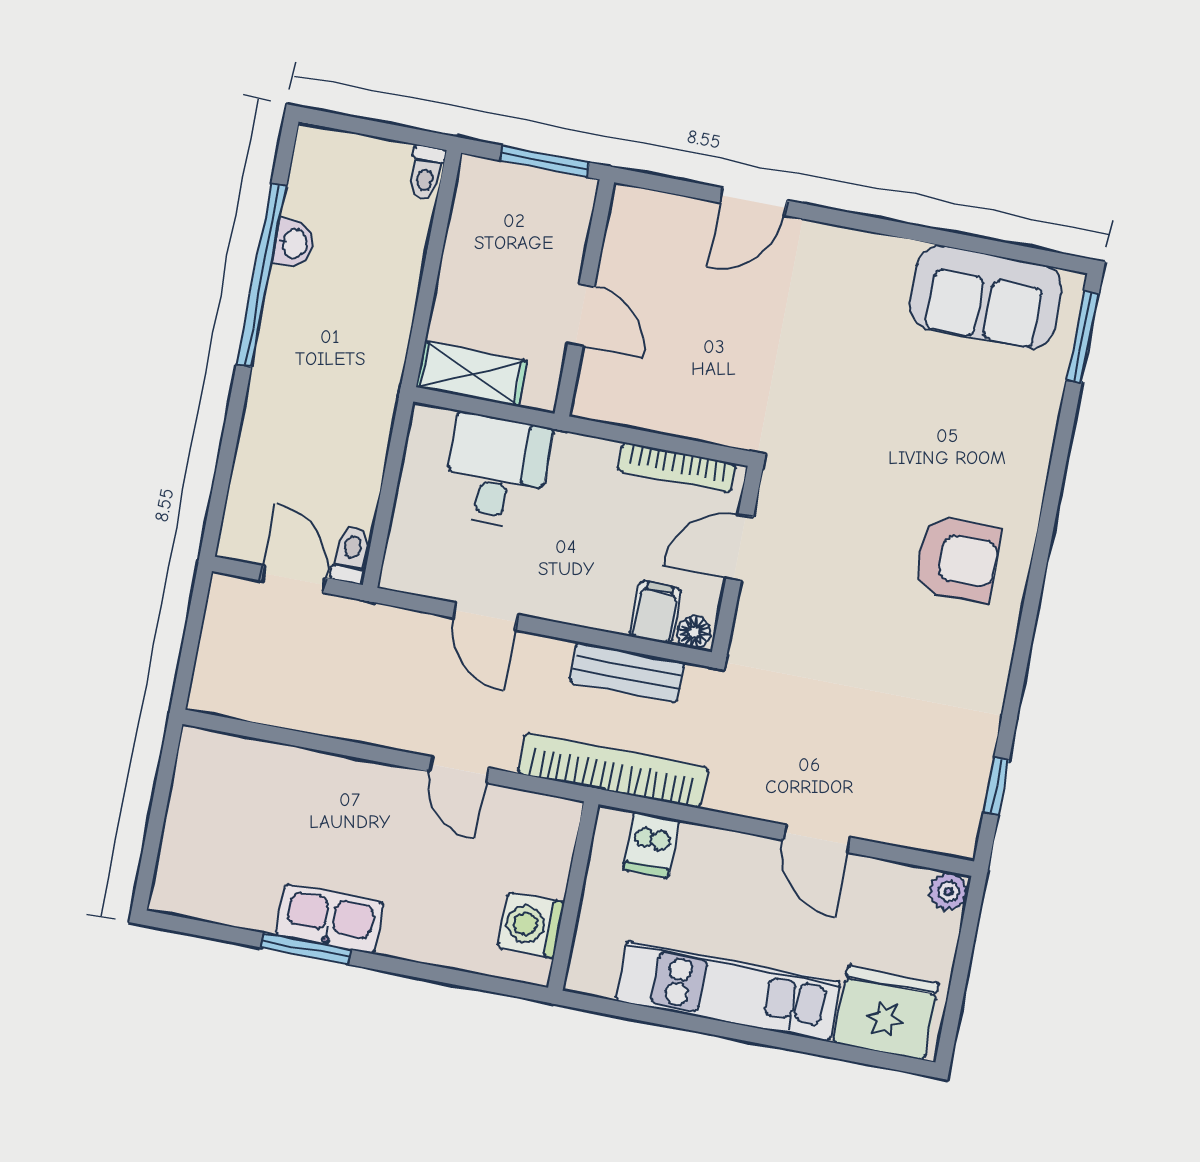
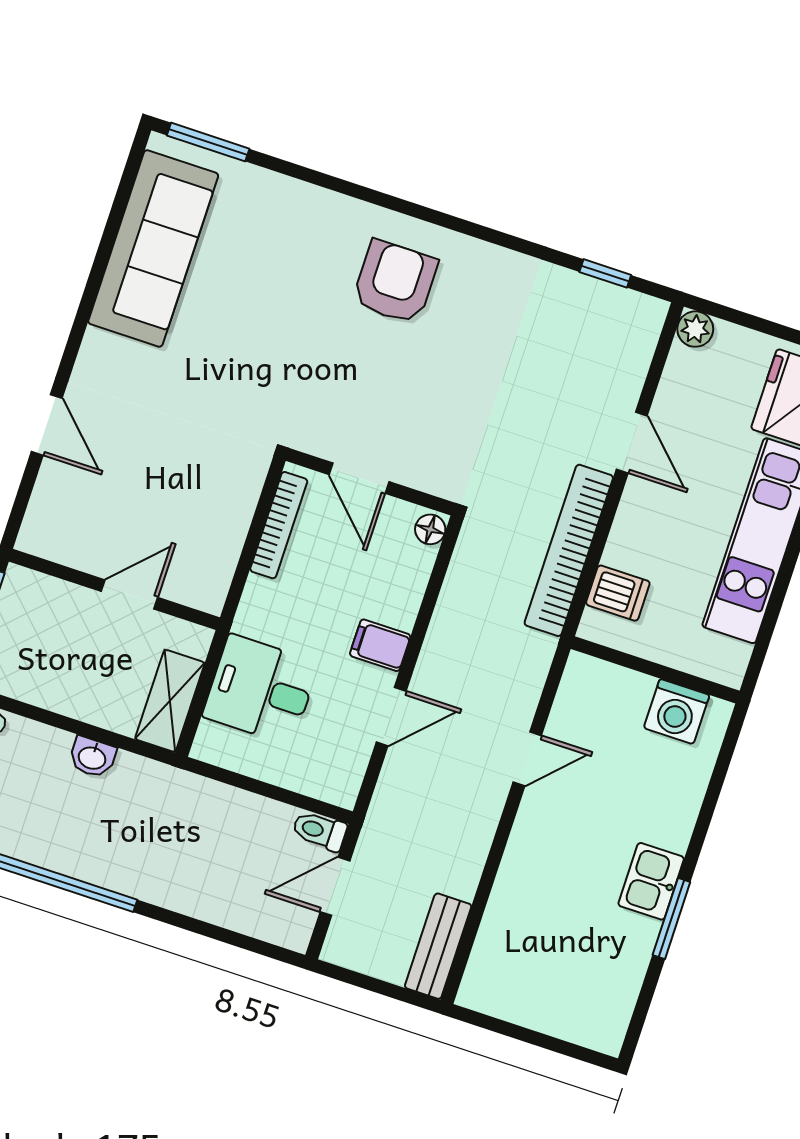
washbasin: (294, 243) -> (92, 757), moved, turned 180
sofa: (986, 297) -> (153, 248), width x1.36
filing cabinet: (655, 612) -> (380, 645), moved
bench: (627, 672) -> (438, 946), moved
bookcase: (613, 770) -> (569, 550), moved
door: (817, 839) -> (632, 443), hinge flipped
kitchen sink: (330, 919) -> (651, 881), width x0.73

